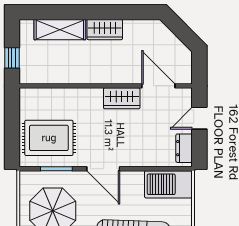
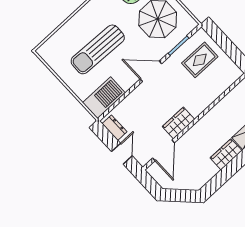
door: (158, 86) -> (164, 150), hinge flipped
rug: (49, 138) -> (200, 60), width x0.73, depth x0.70

